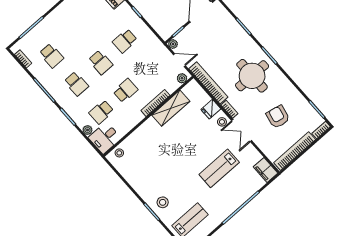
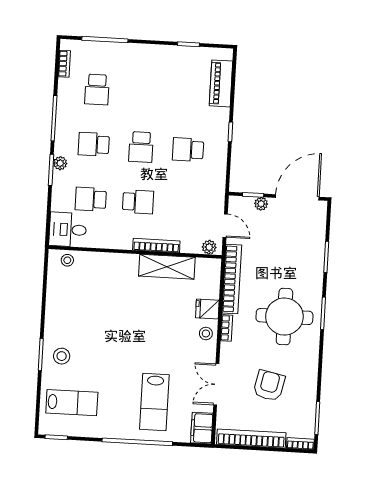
plant: (173, 44) -> (261, 204), moved
school desk: (76, 84) -> (94, 144), turned 90
plant: (87, 130) -> (60, 163), moved
double door: (242, 131) -> (216, 384), moved
lab bench: (219, 168) -> (154, 402), moved, turned -90

